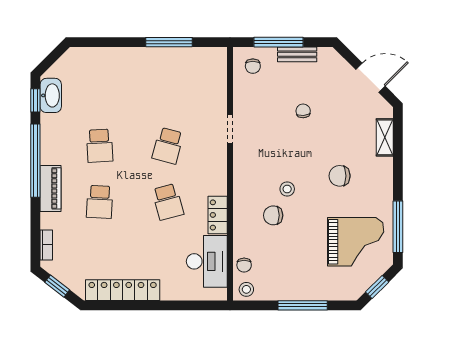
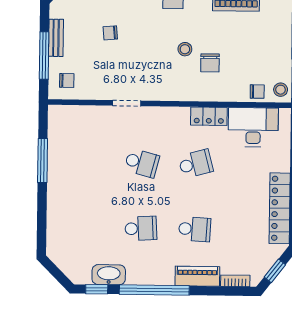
washbasin: (51, 95) -> (109, 275), moved
piano: (51, 188) -> (197, 276), moved

